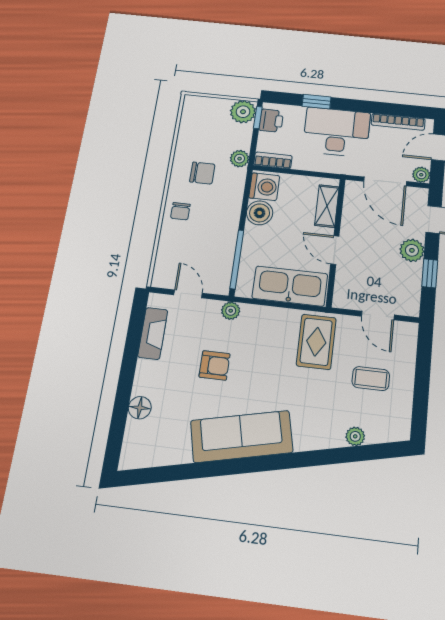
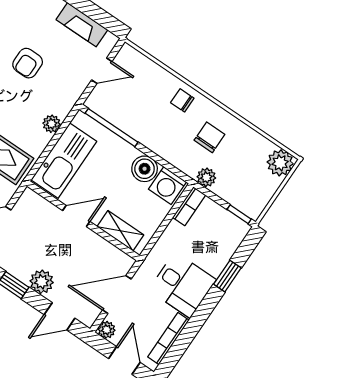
plant: (243, 112) -> (280, 163), moved
printer: (271, 121) -> (230, 225), removed
desk: (336, 132) -> (182, 285), width x0.73
chair: (202, 173) -> (209, 137), turned 180
plant: (231, 311) -> (52, 124), moved

